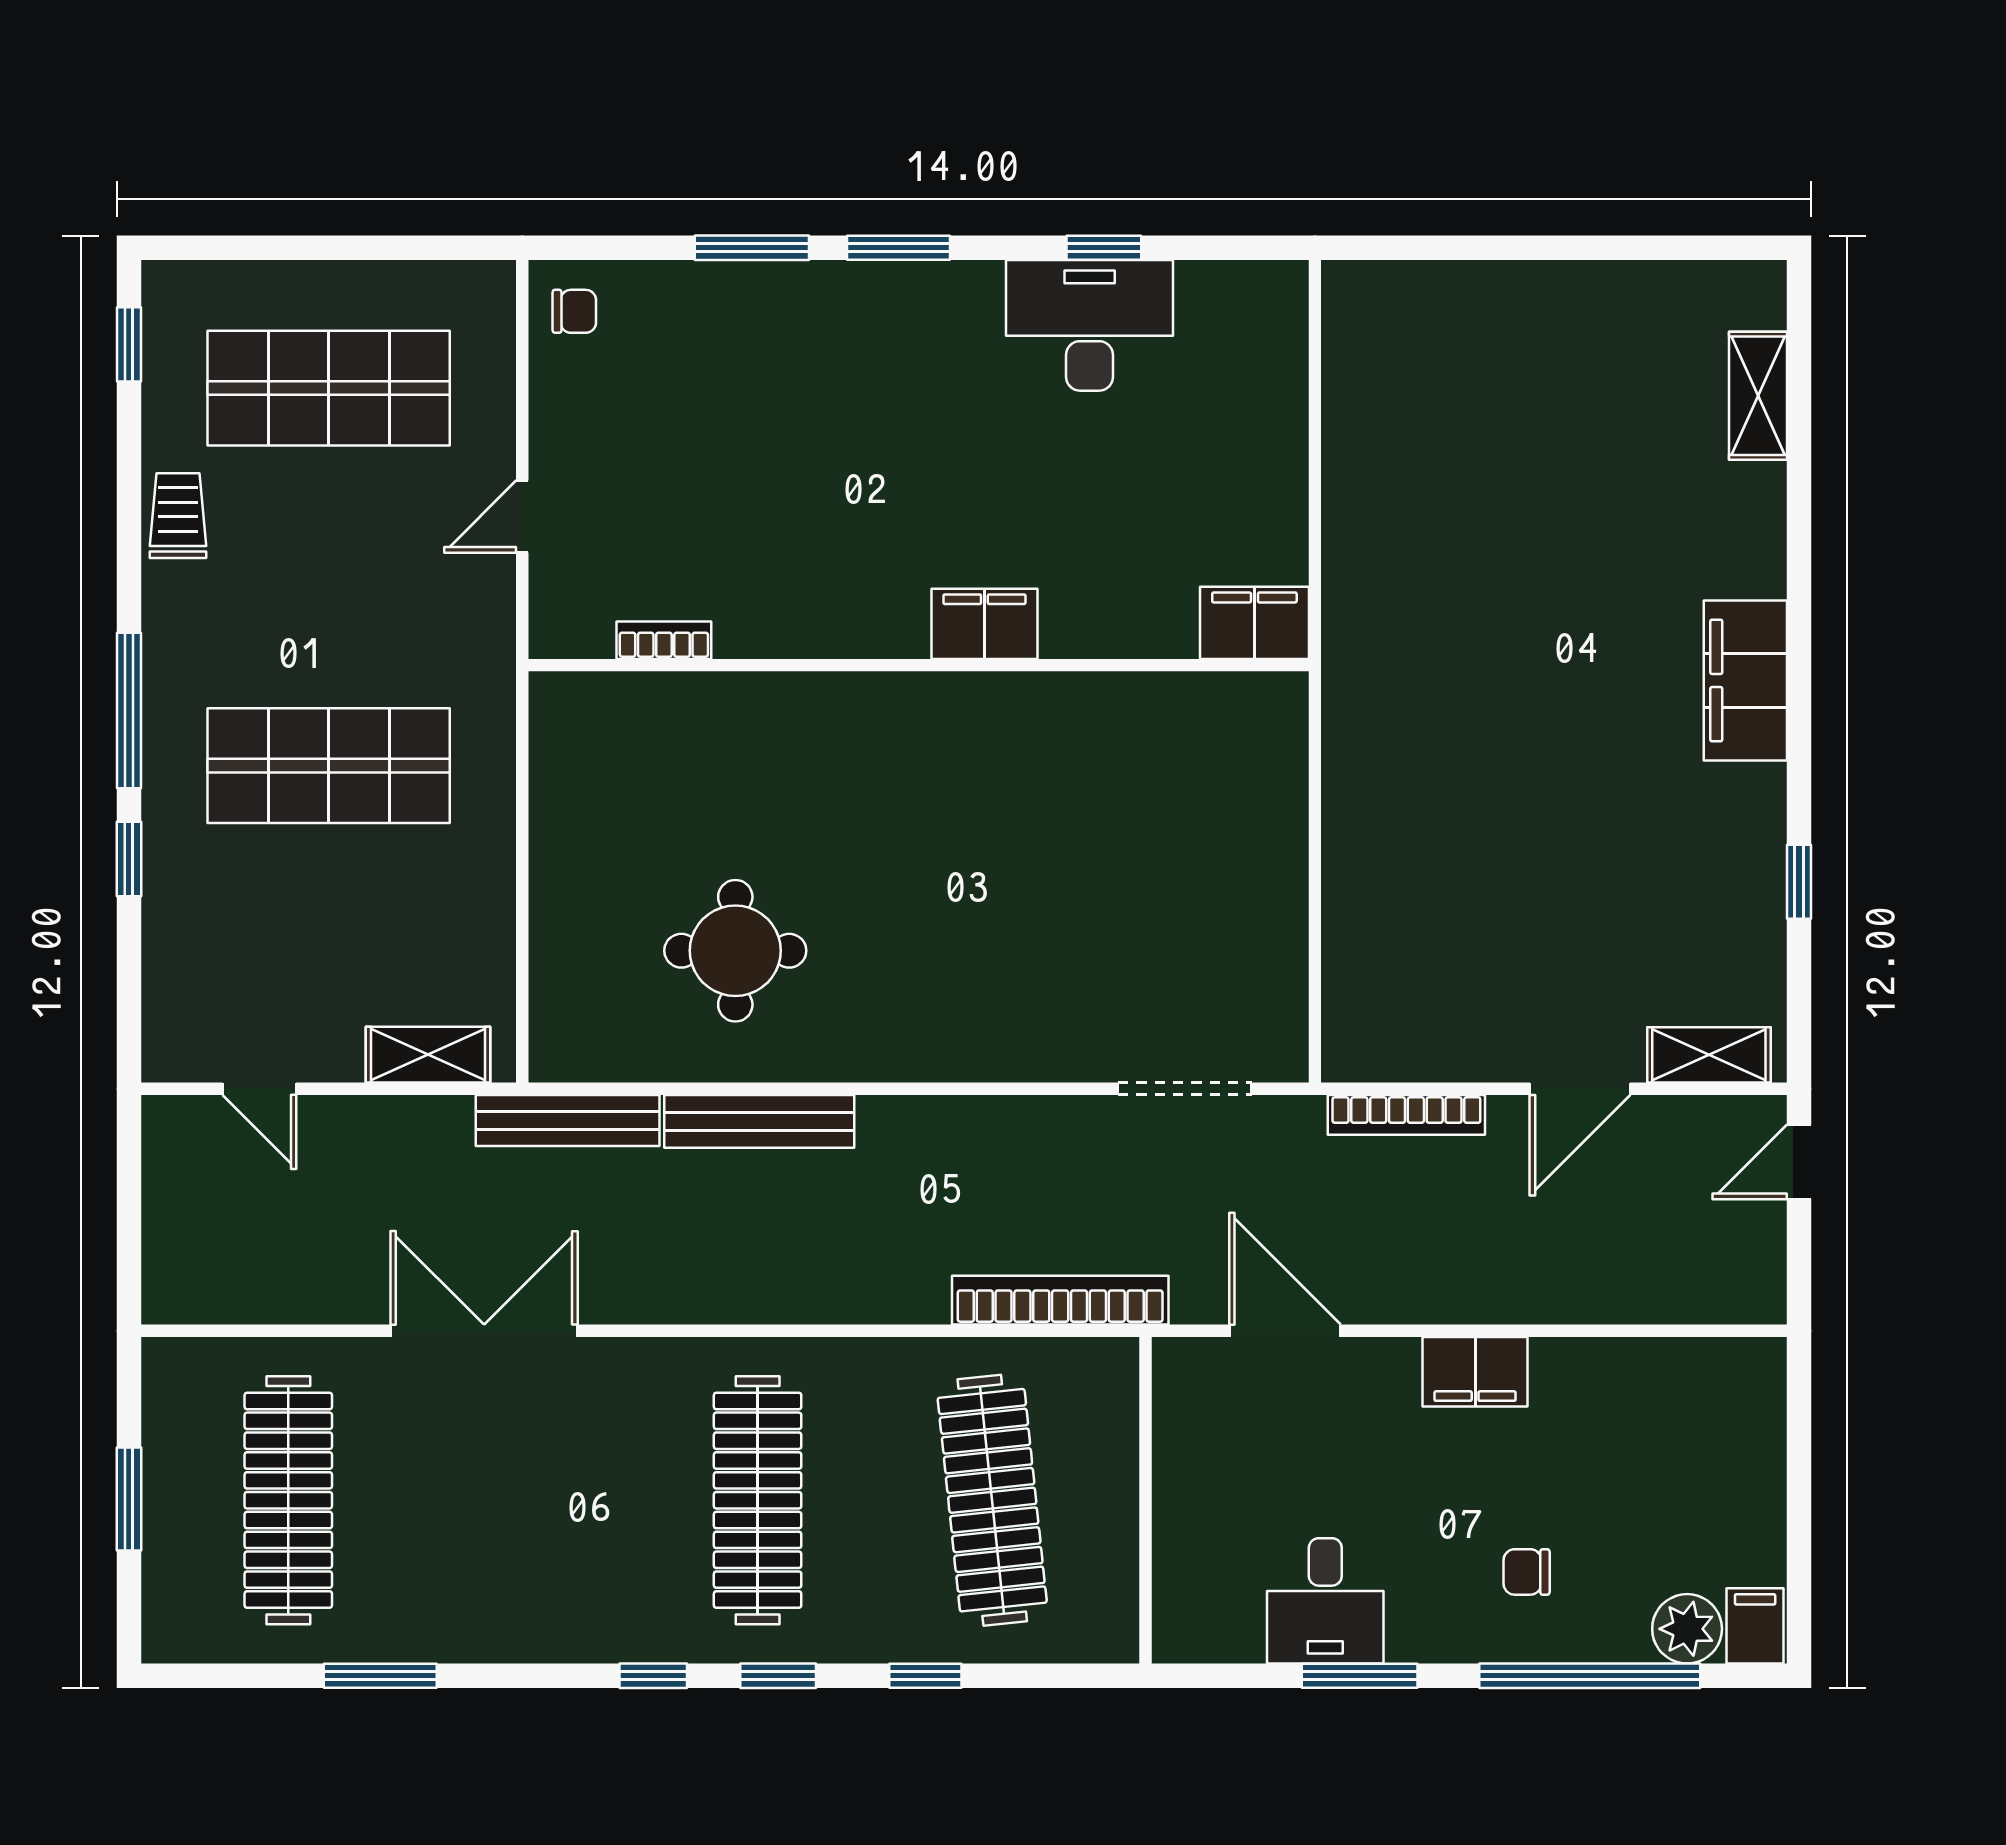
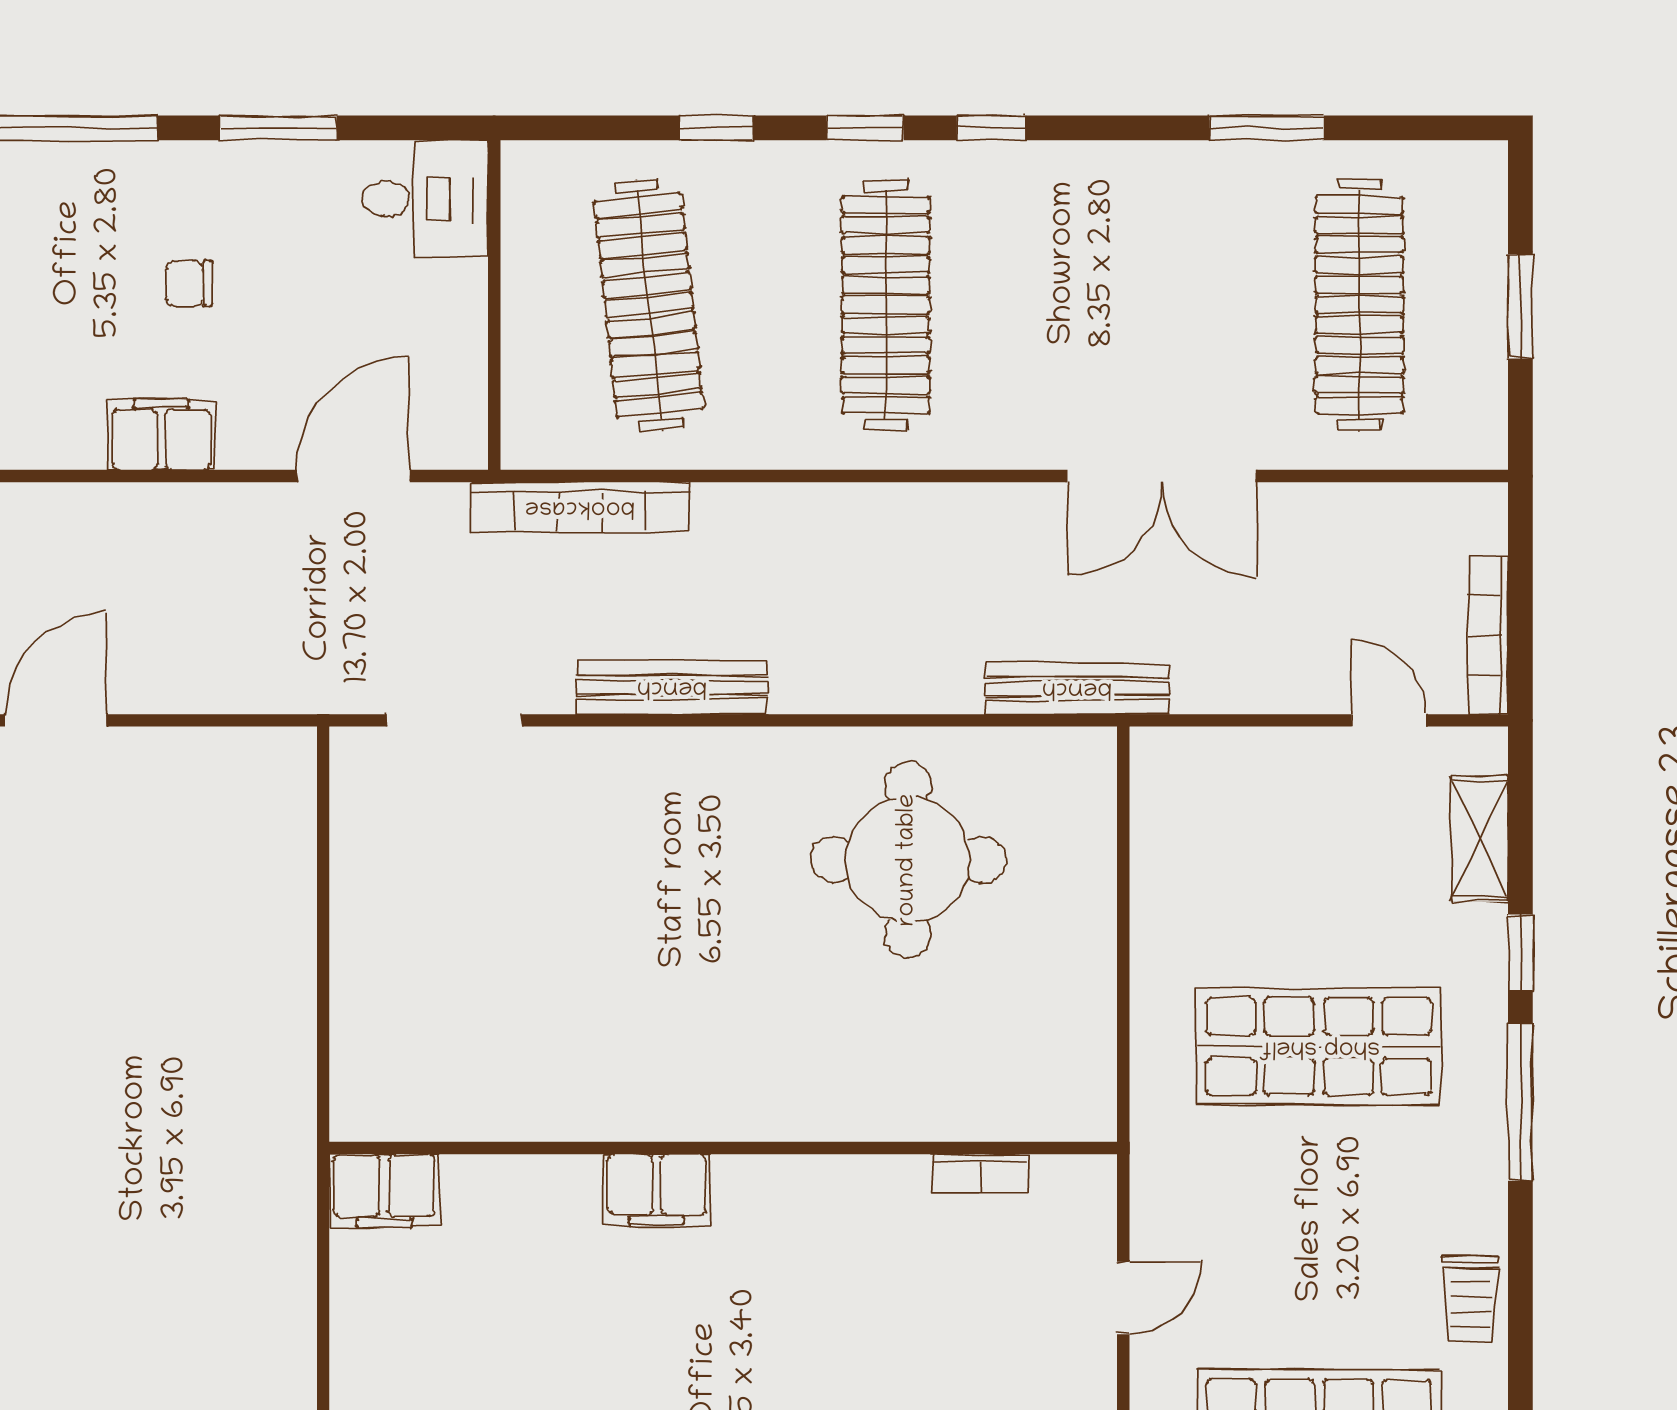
round table: (735, 951) -> (908, 860), width x1.36, depth x1.36
shelving: (428, 1055) -> (1480, 839), moved, turned 90
bookcase: (1406, 1115) -> (1488, 635), moved, turned -90
bench: (759, 1121) -> (672, 687), moved
door: (1285, 1331) -> (353, 476), swing flipped
chair: (1527, 1572) -> (189, 284), moved, turned 180
desk: (1325, 1601) -> (425, 199), moved, turned 90

